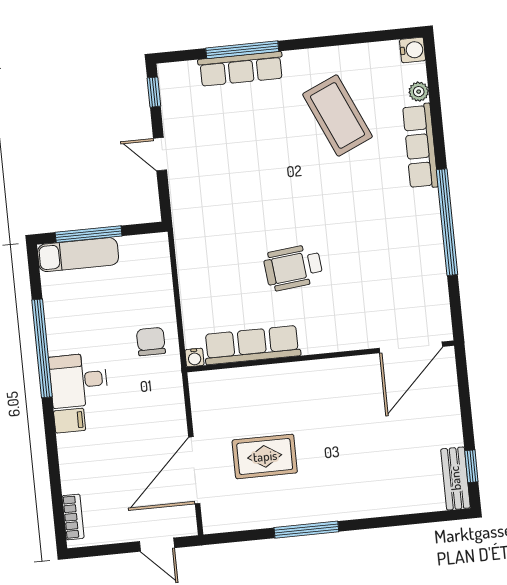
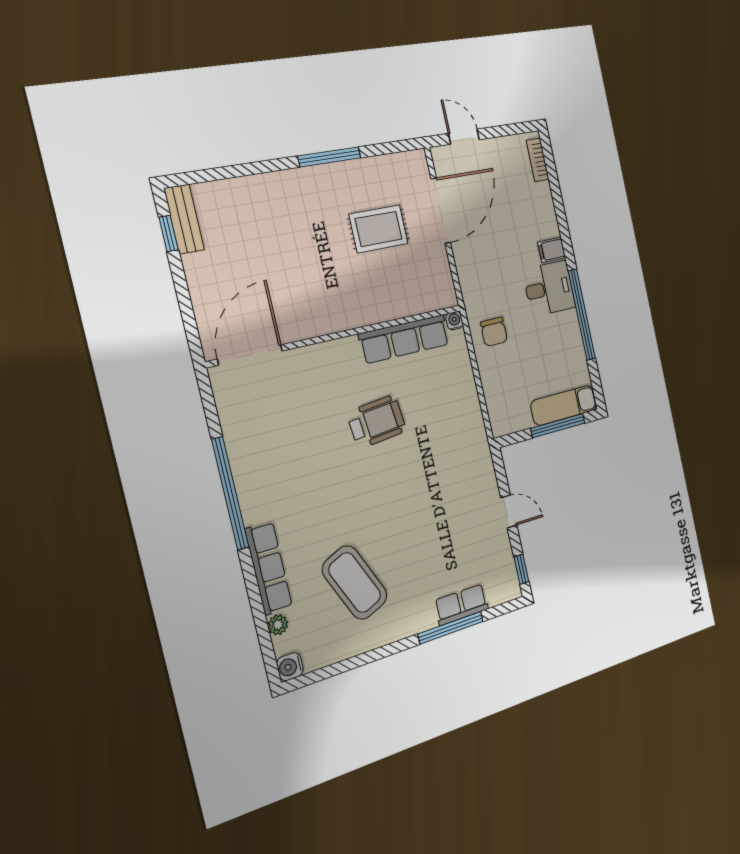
row of seats: (241, 69) -> (461, 605), width x0.68

